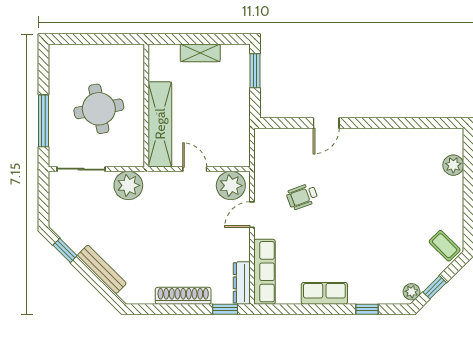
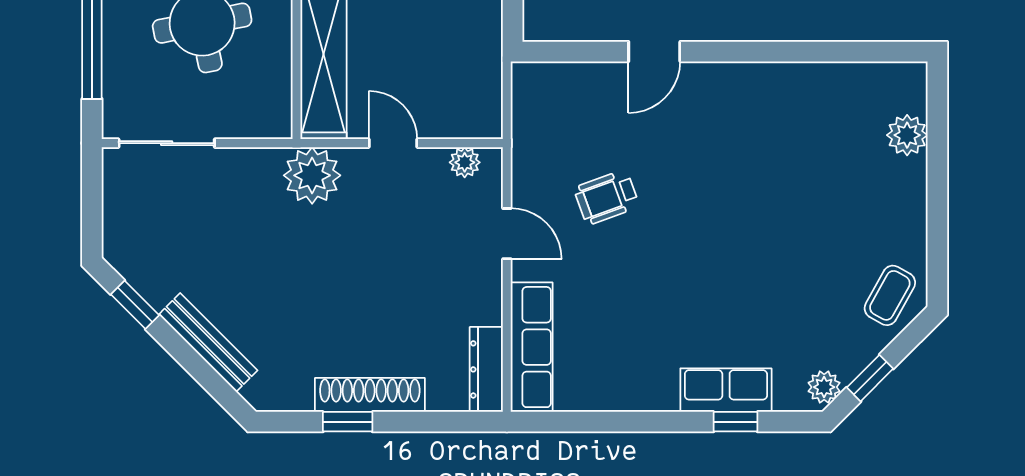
plant: (128, 185) -> (312, 175), moved
plant: (231, 186) -> (465, 162), width x0.53, depth x0.53
door: (252, 215) -> (507, 234), swing flipped
coffee table: (445, 246) -> (890, 295), turned 74
row of seats: (324, 293) -> (726, 390), moved
window: (225, 309) -> (348, 422), moved

